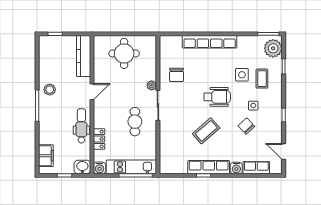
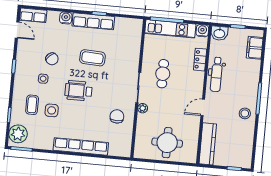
coffee table: (206, 131) -> (92, 58), turned 44
row of seats: (256, 168) -> (33, 15), moved

